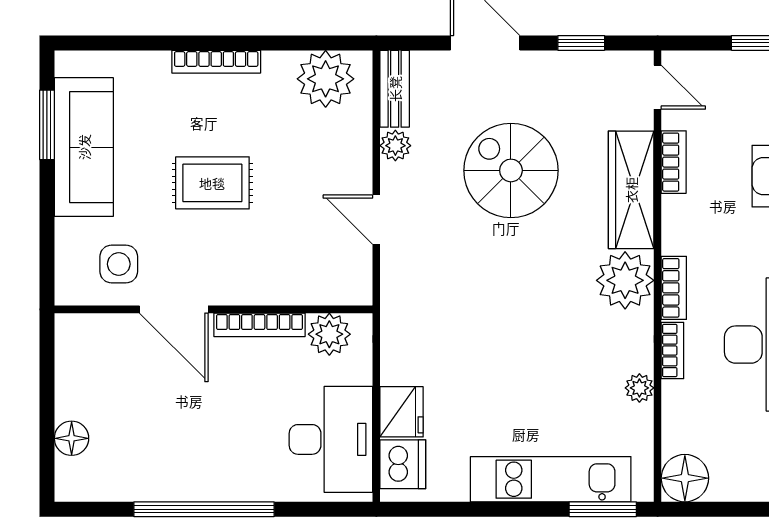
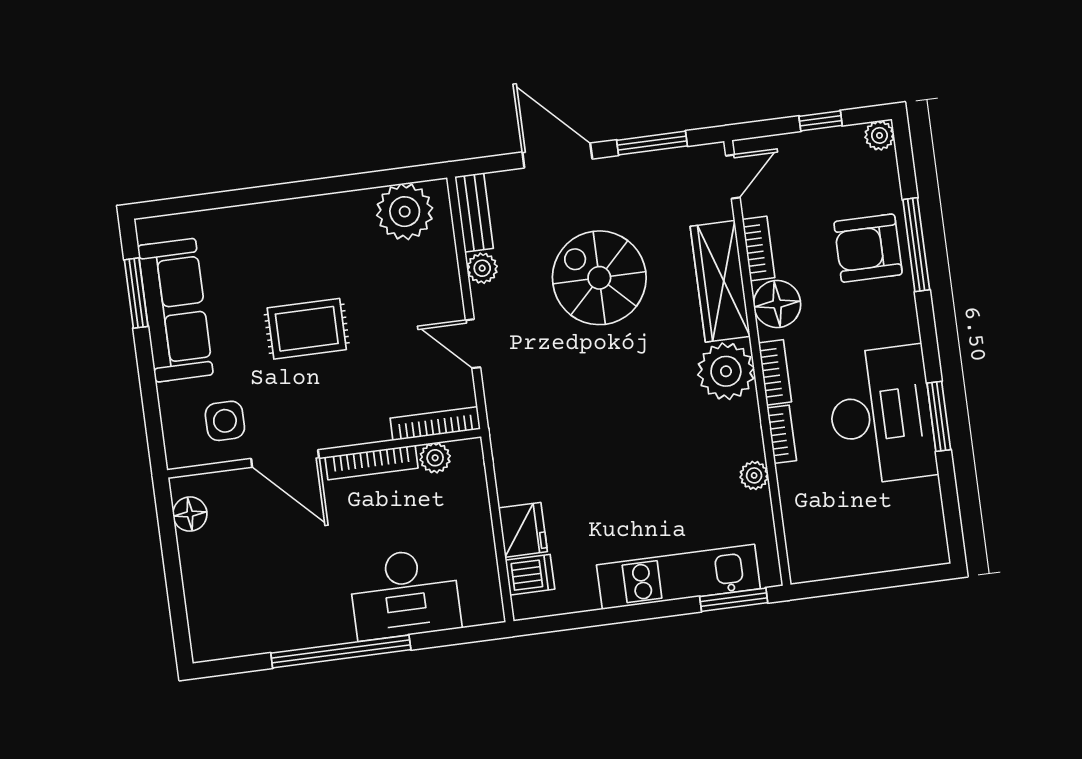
window: (581, 43) -> (652, 143), width x1.50
bookcase: (216, 62) -> (435, 424), moved, turned 180
door: (658, 87) -> (733, 177), hinge flipped
plant: (329, 334) -> (435, 458), width x0.73, depth x0.73
floor lamp: (72, 438) -> (190, 514), moved
desk: (331, 439) -> (405, 594), moved, turned 90
dishwasher: (403, 464) -> (530, 575), width x0.73
floor lamp: (685, 478) -> (777, 304), moved

